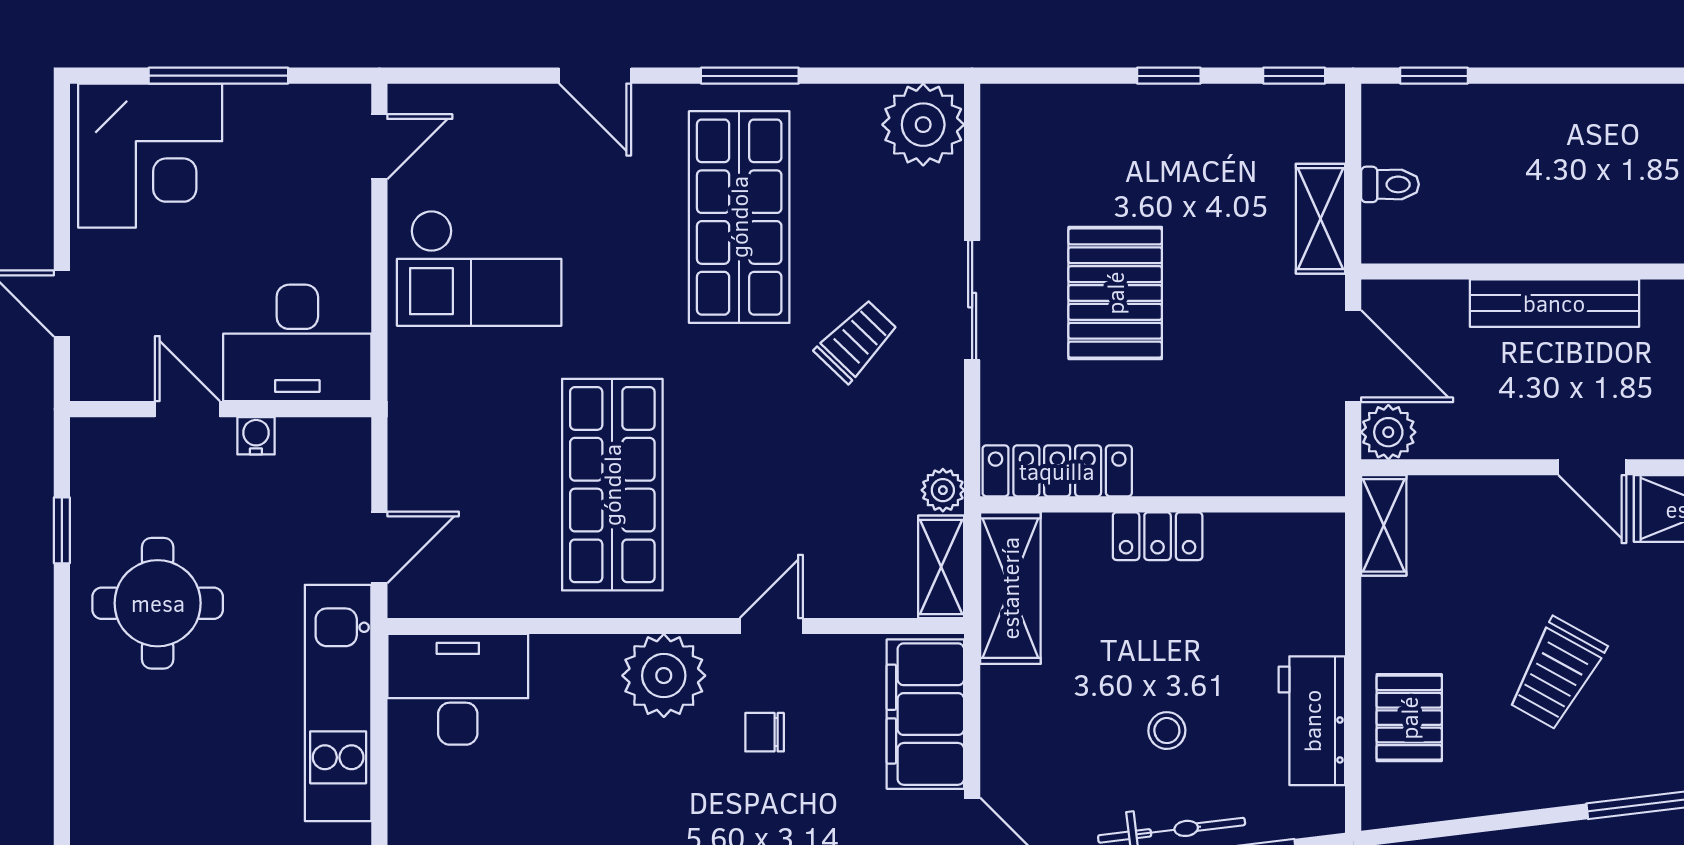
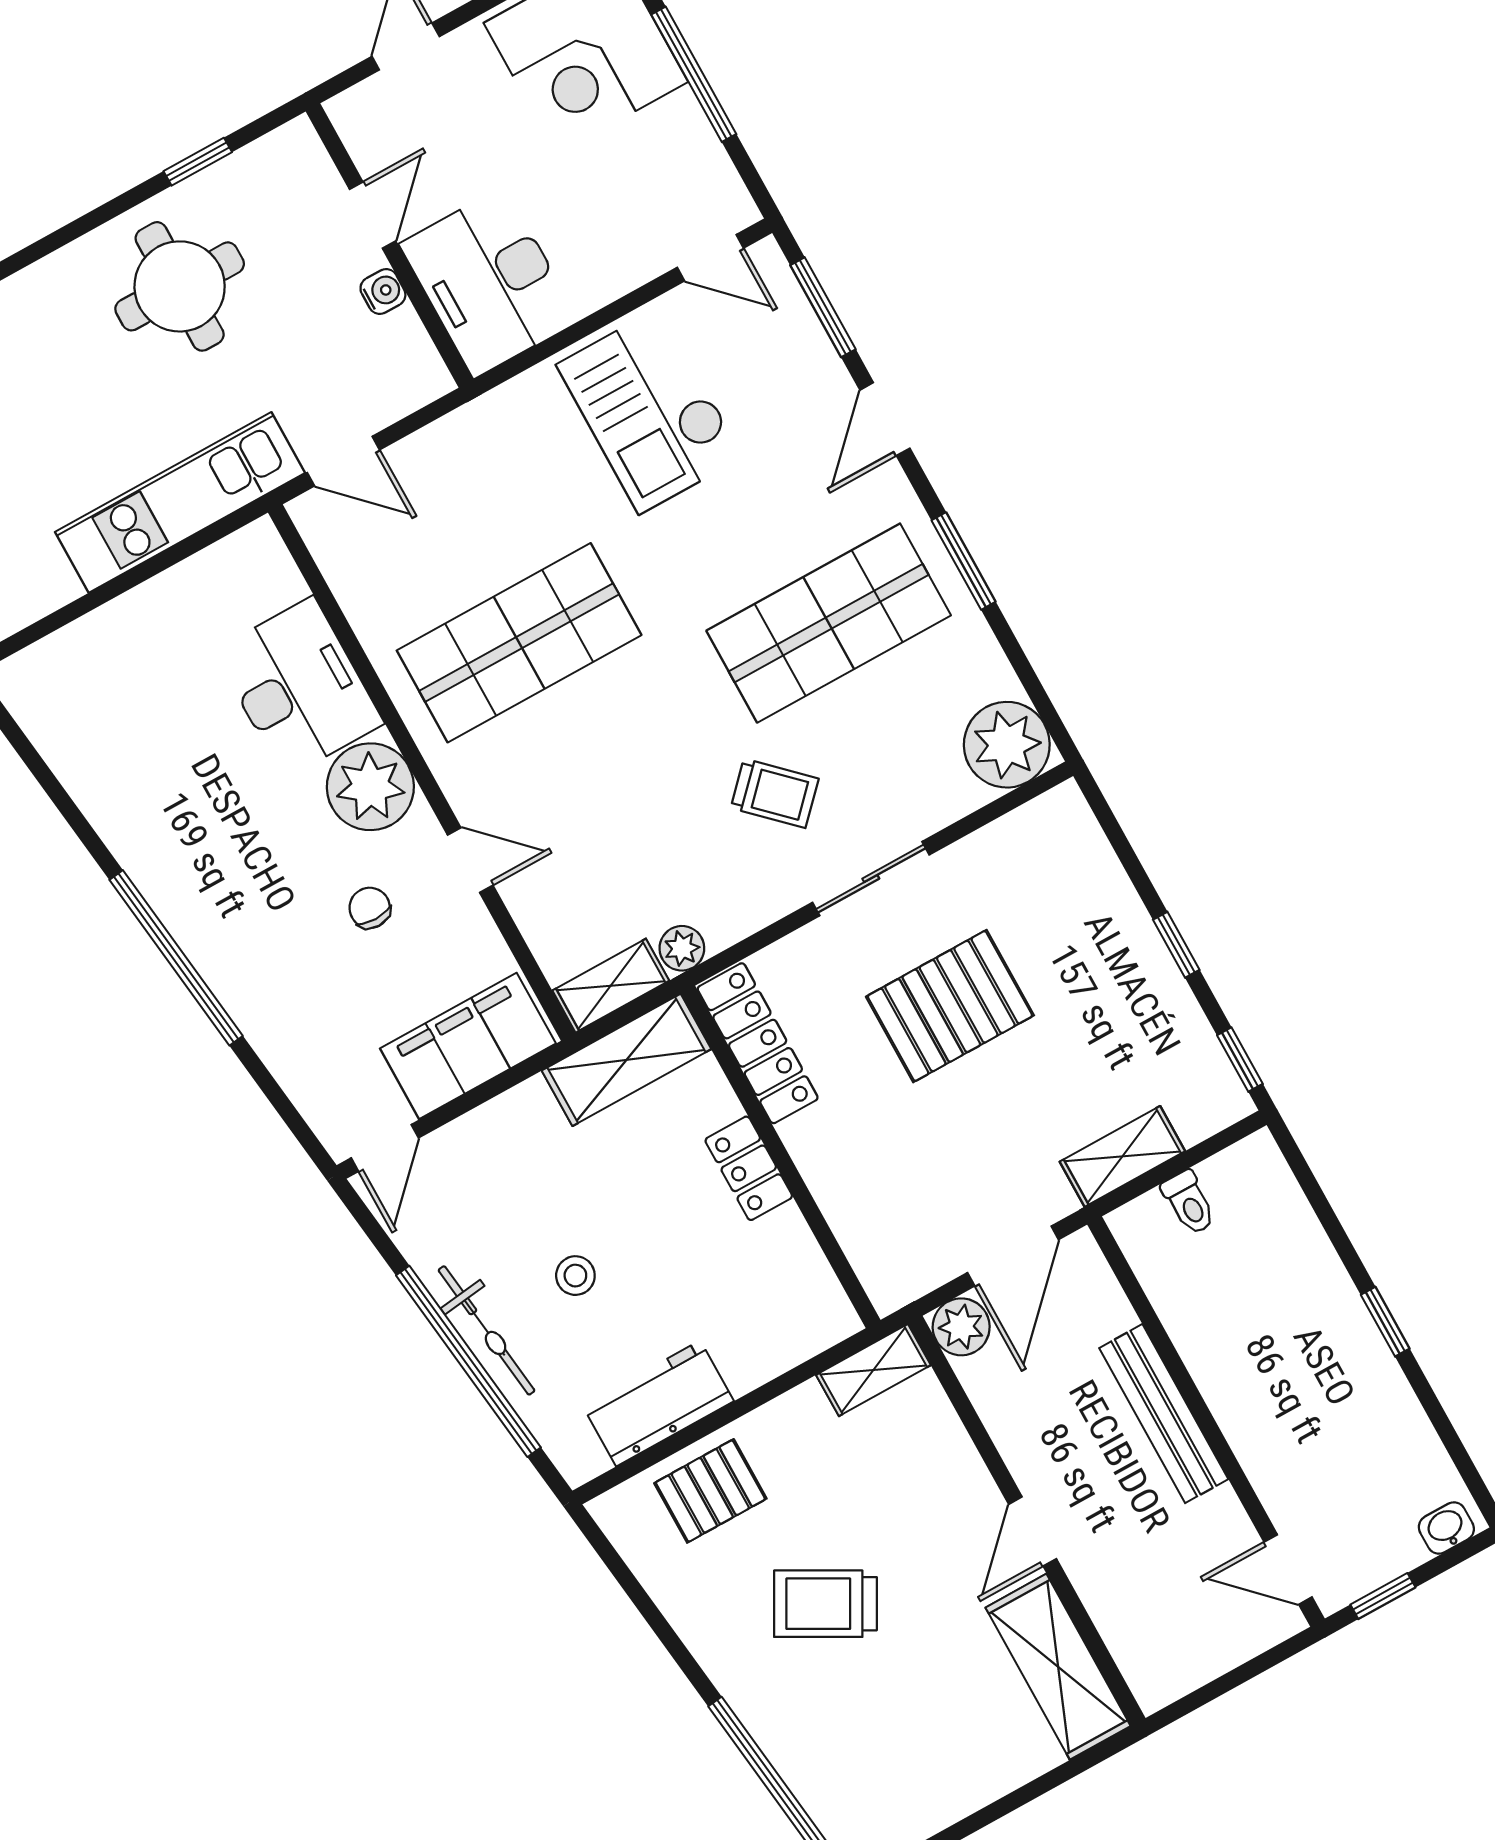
window: (473, 76) -> (823, 307), added
window: (1434, 76) -> (1385, 1322), moved
desk: (458, 689) -> (299, 687), moved

